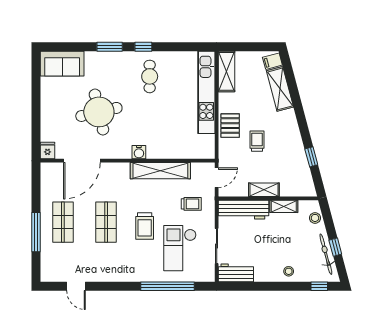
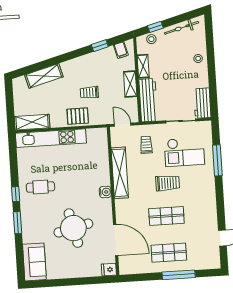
filing cabinet: (272, 61) -> (121, 50), moved
window: (335, 247) -> (155, 27), moved
window: (167, 286) -> (217, 160), width x0.68
window: (319, 286) -> (209, 32), removed

